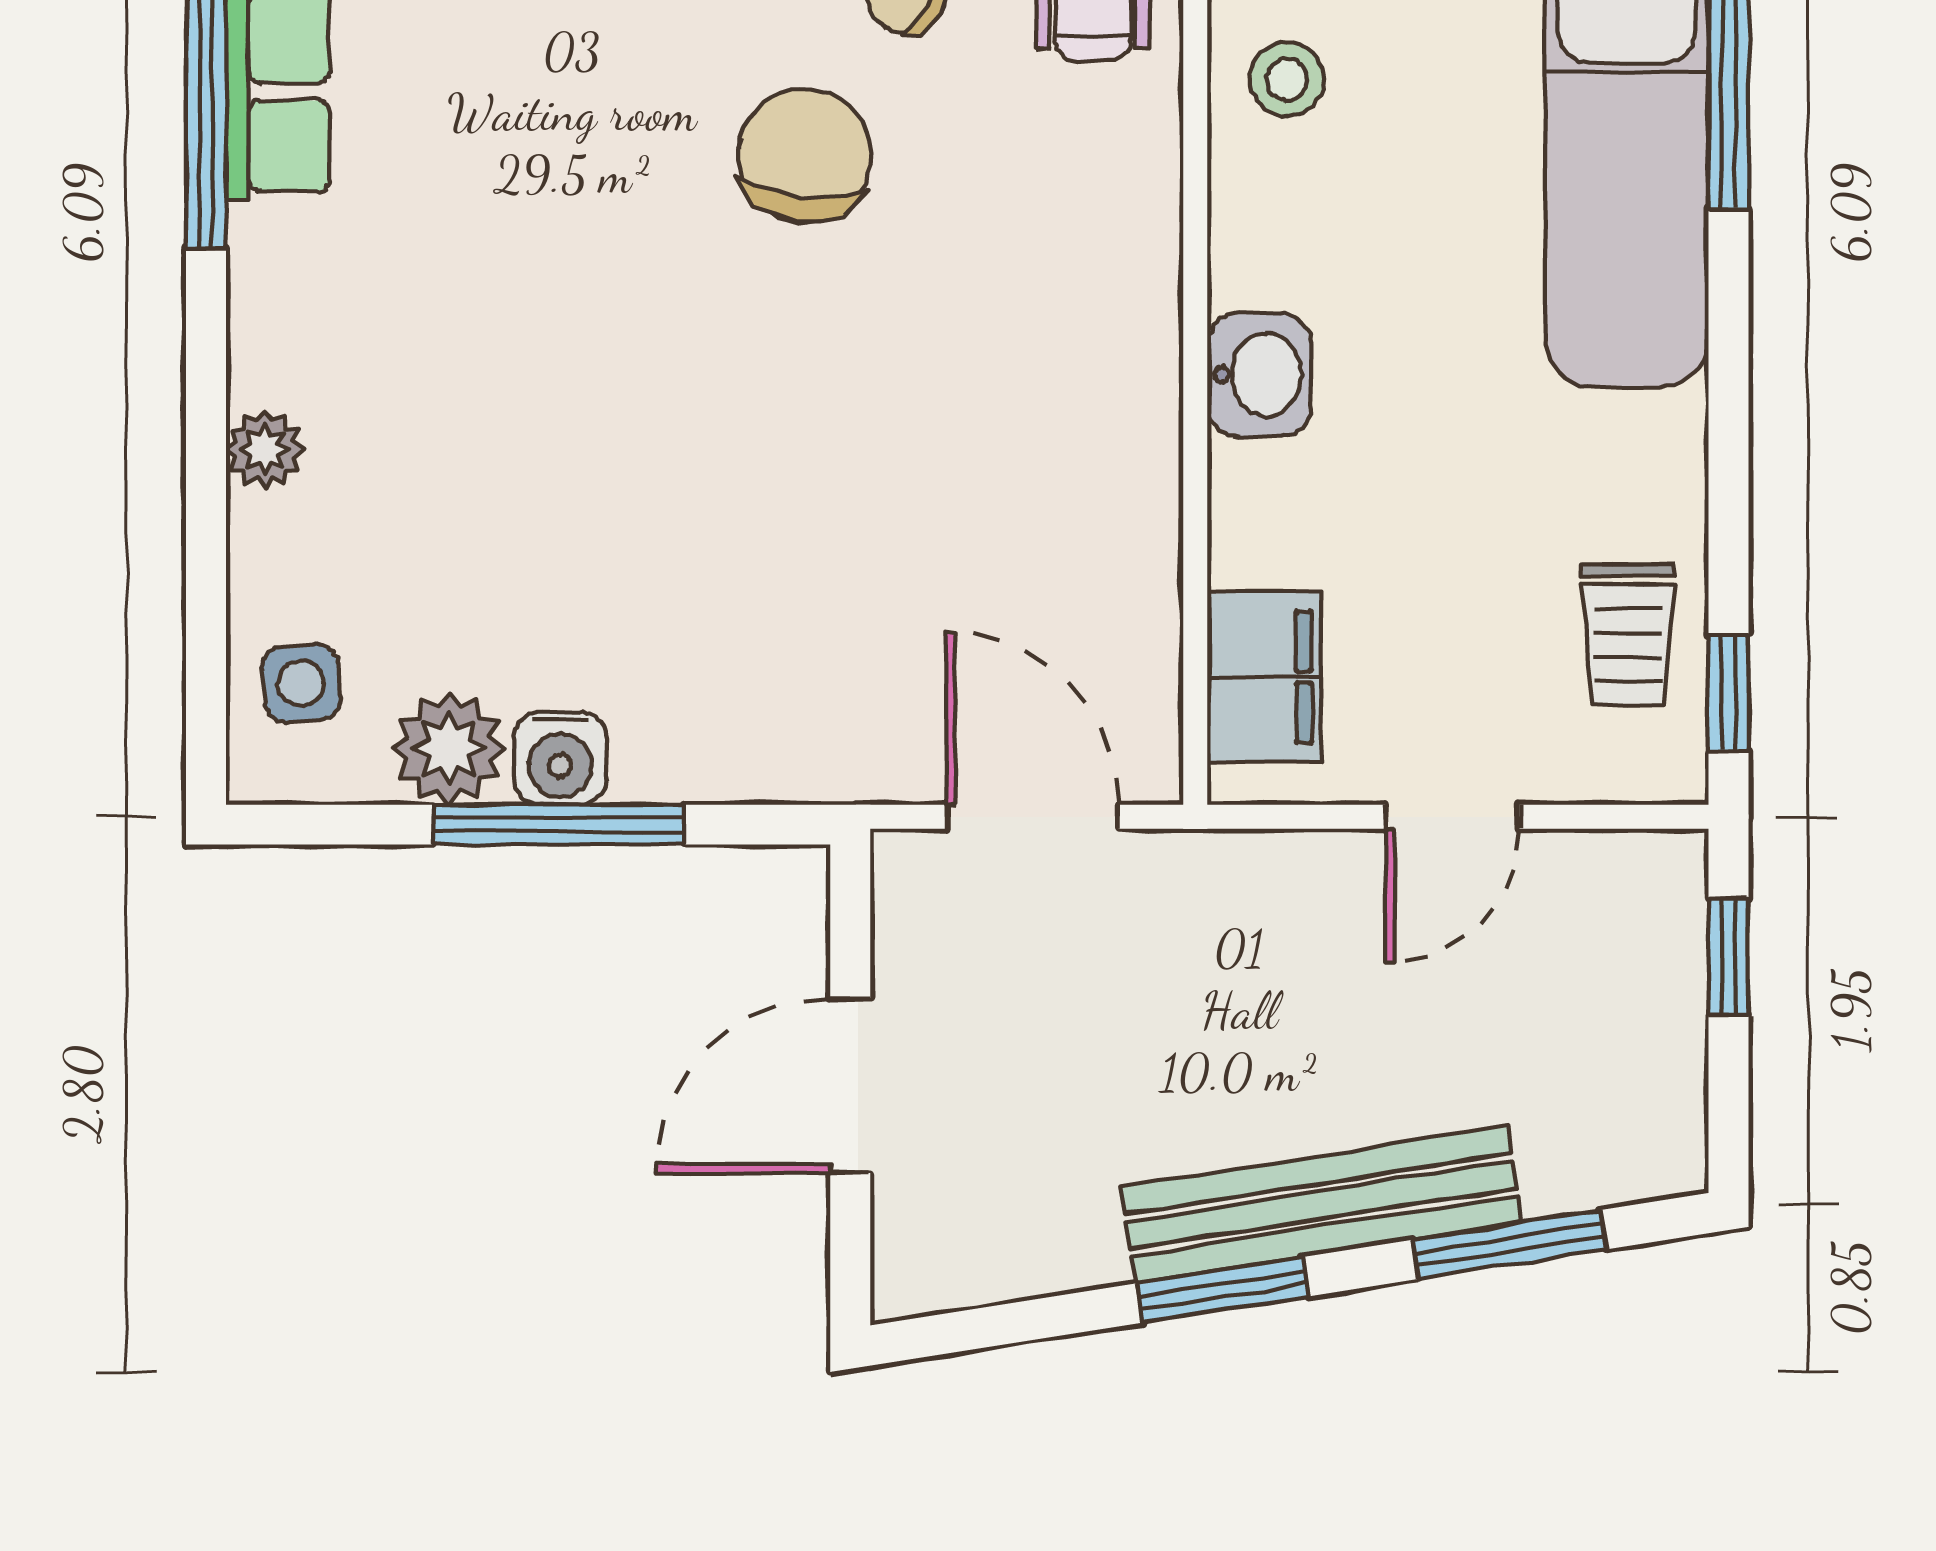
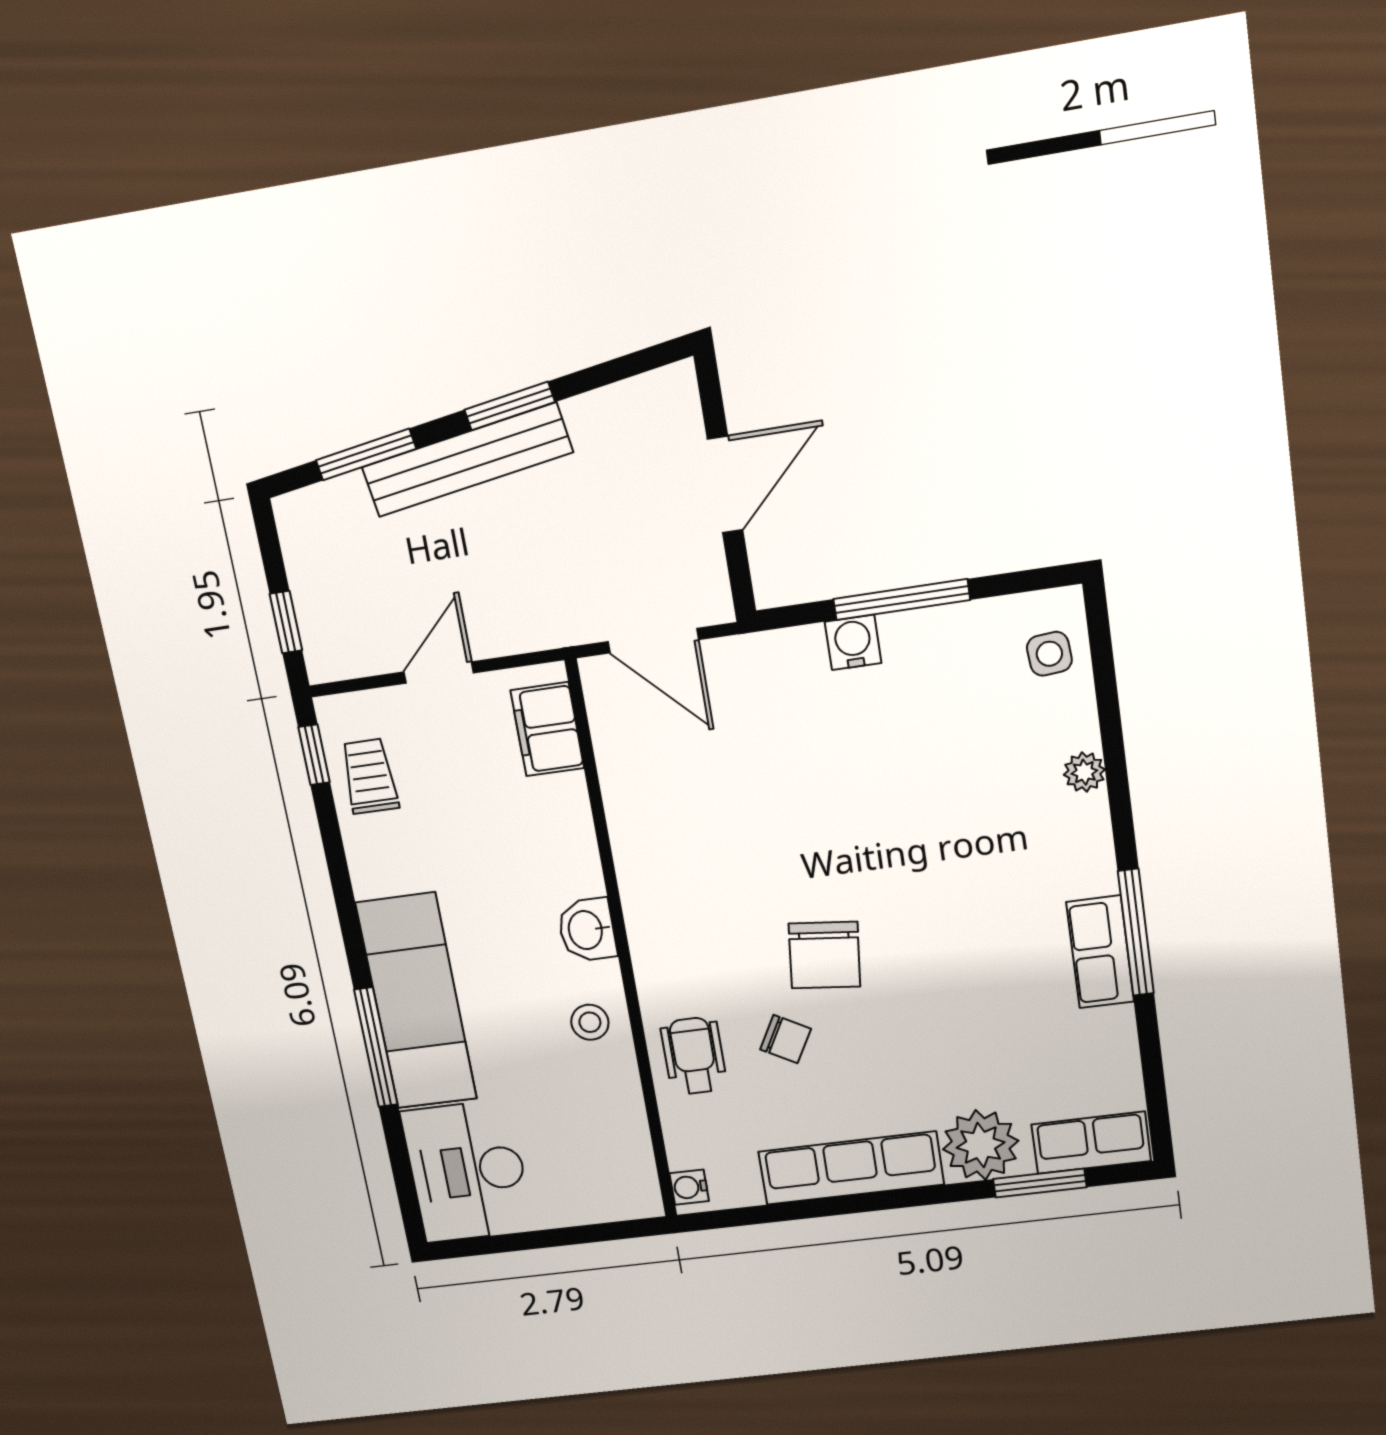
washbasin: (1259, 374) -> (587, 930), moved
plant: (449, 749) -> (966, 631), removed
water cooler: (560, 758) -> (853, 642), moved

